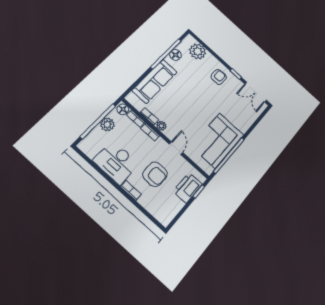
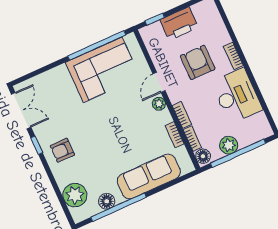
plant: (161, 126) -> (159, 104), moved
printer: (188, 188) -> (179, 24), moved

